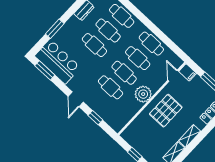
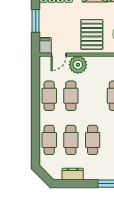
cafe table: (124, 73) -> (93, 96), removed
plant: (143, 94) -> (78, 65), moved
pallet: (166, 111) -> (92, 34), turned 90

